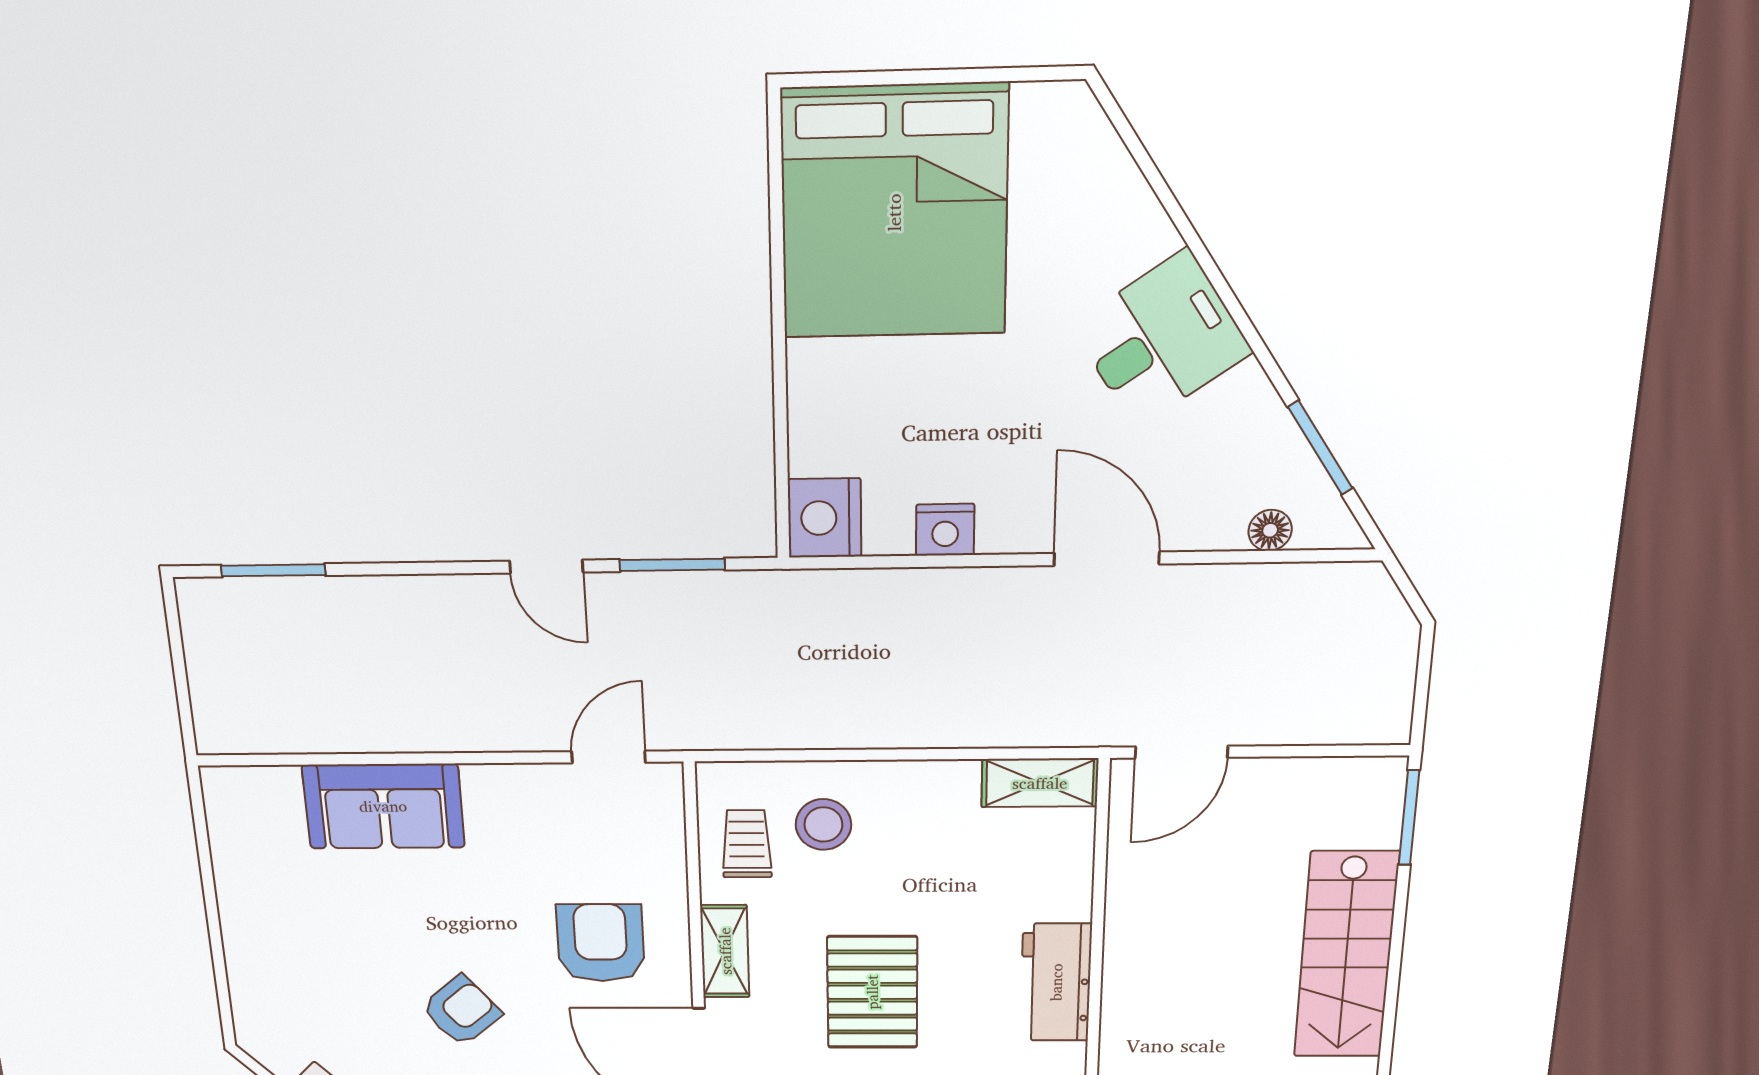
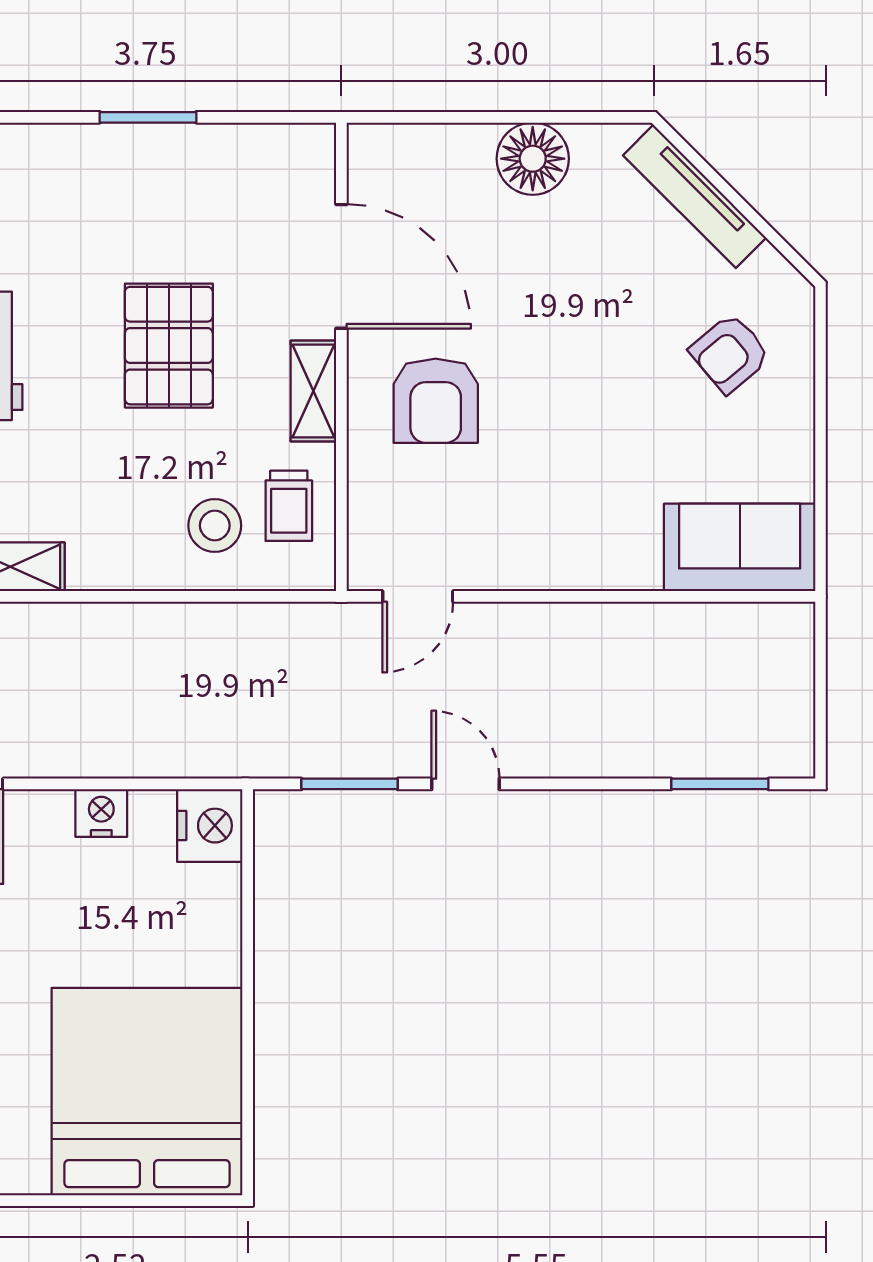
sofa: (383, 806) -> (740, 547), moved
armchair: (461, 1011) -> (730, 353), moved

